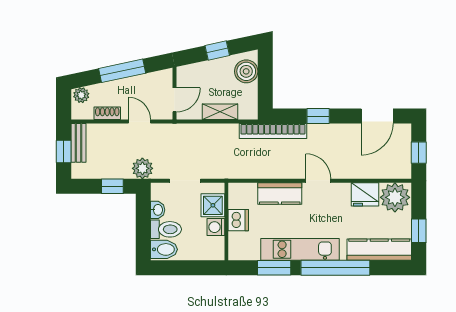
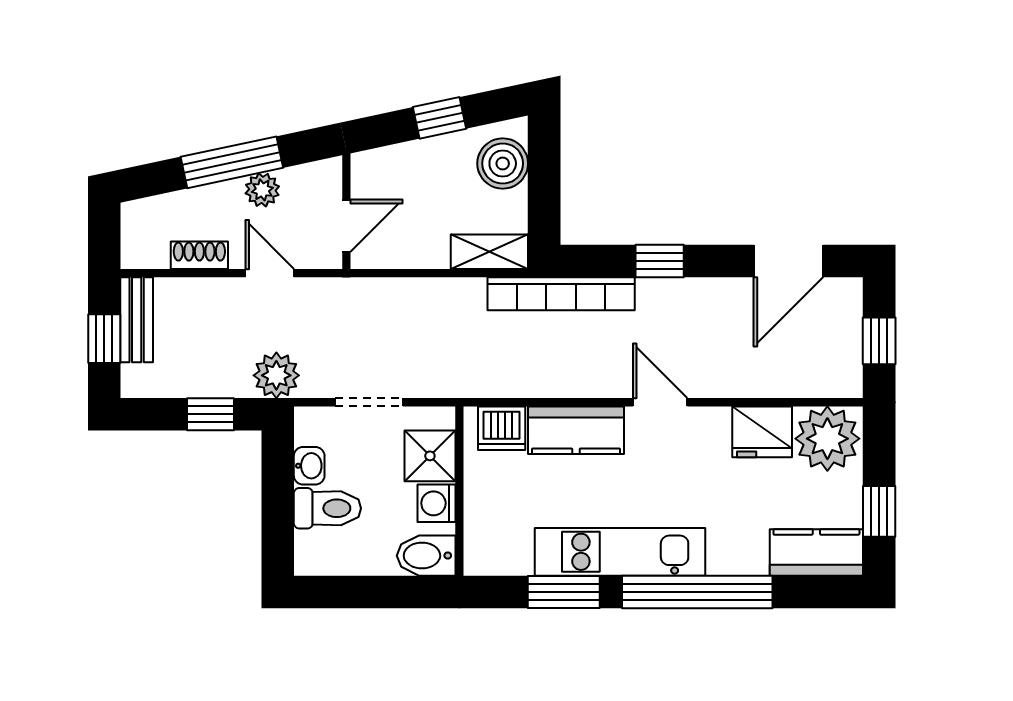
plant: (81, 95) -> (262, 190), moved
shelving: (220, 112) -> (489, 252), moved
dishwasher: (238, 220) -> (502, 428), moved, turned 90
bidet: (164, 249) -> (426, 556), moved, turned 180
kitchen counter: (379, 250) -> (816, 552), width x0.67

